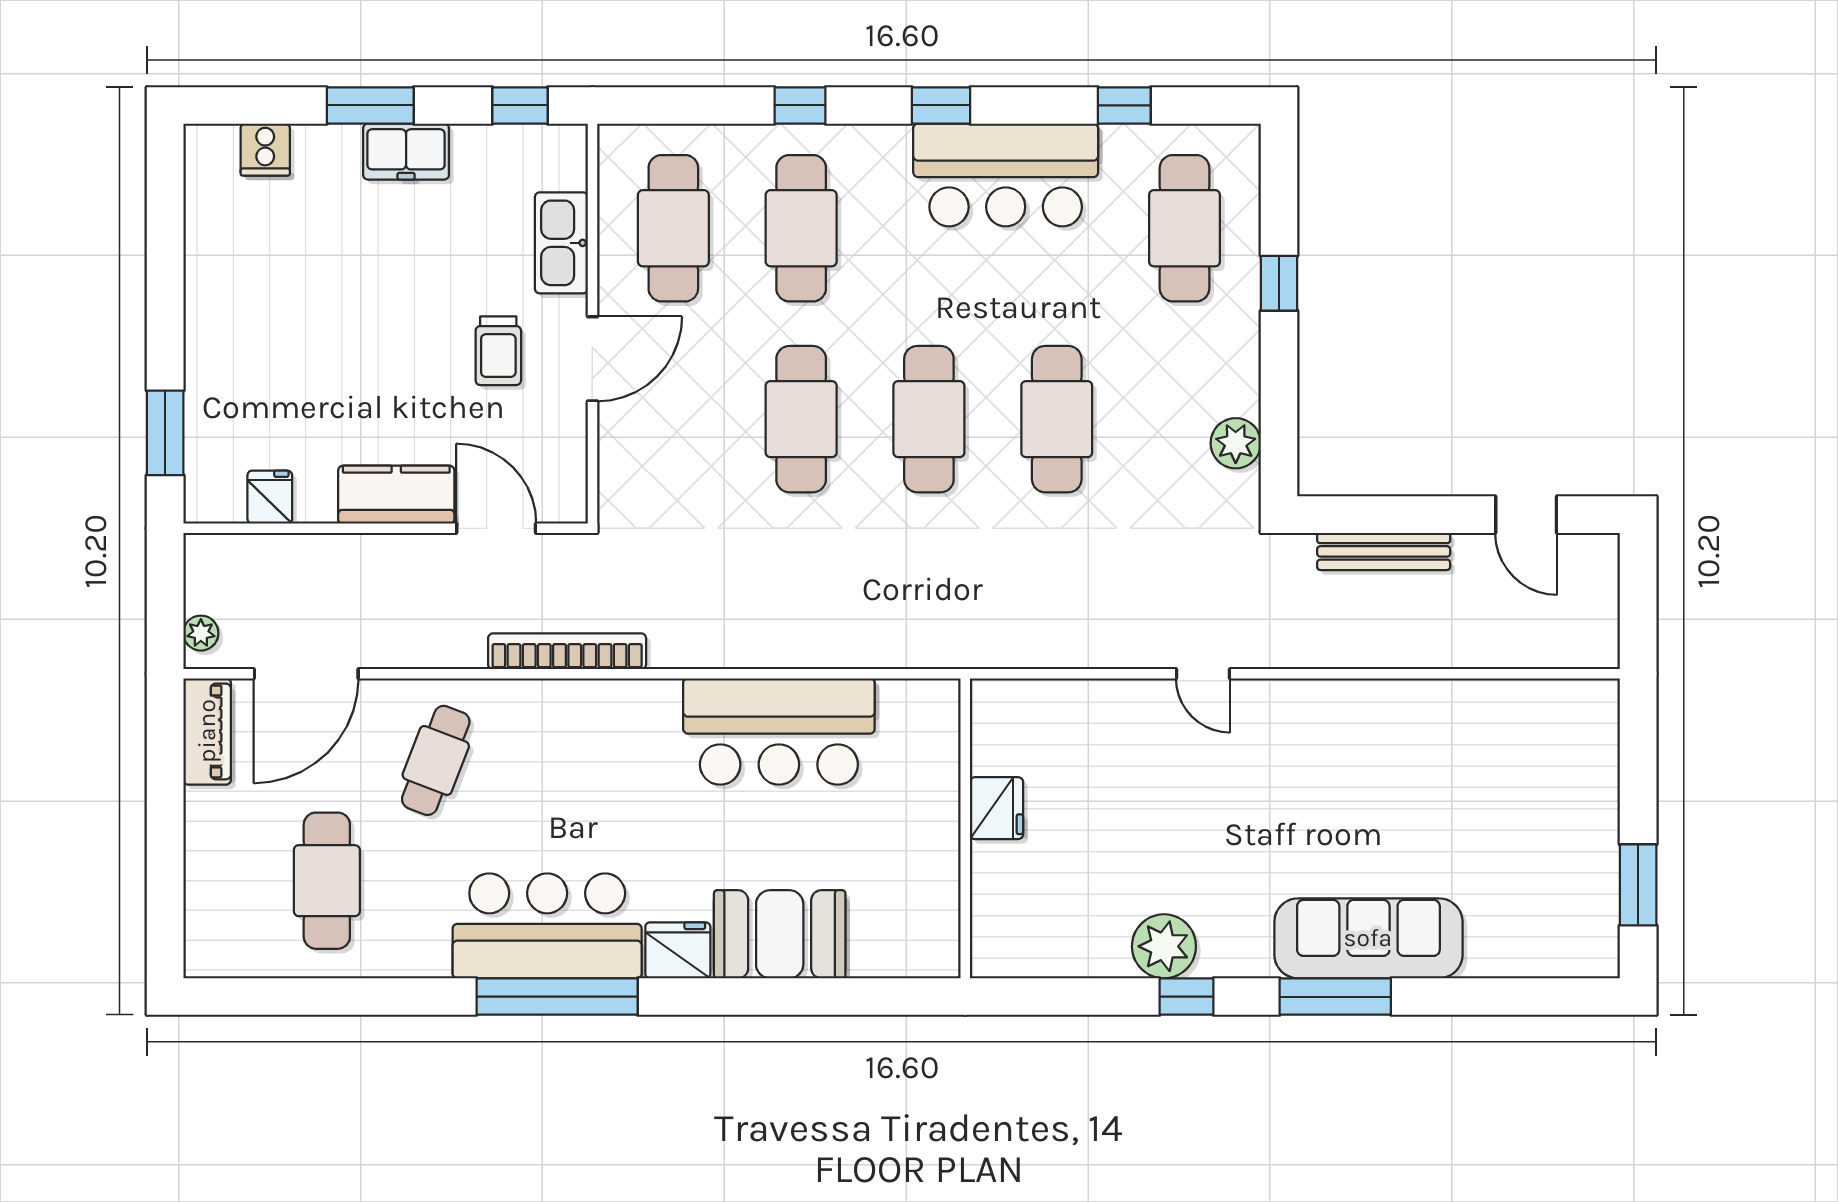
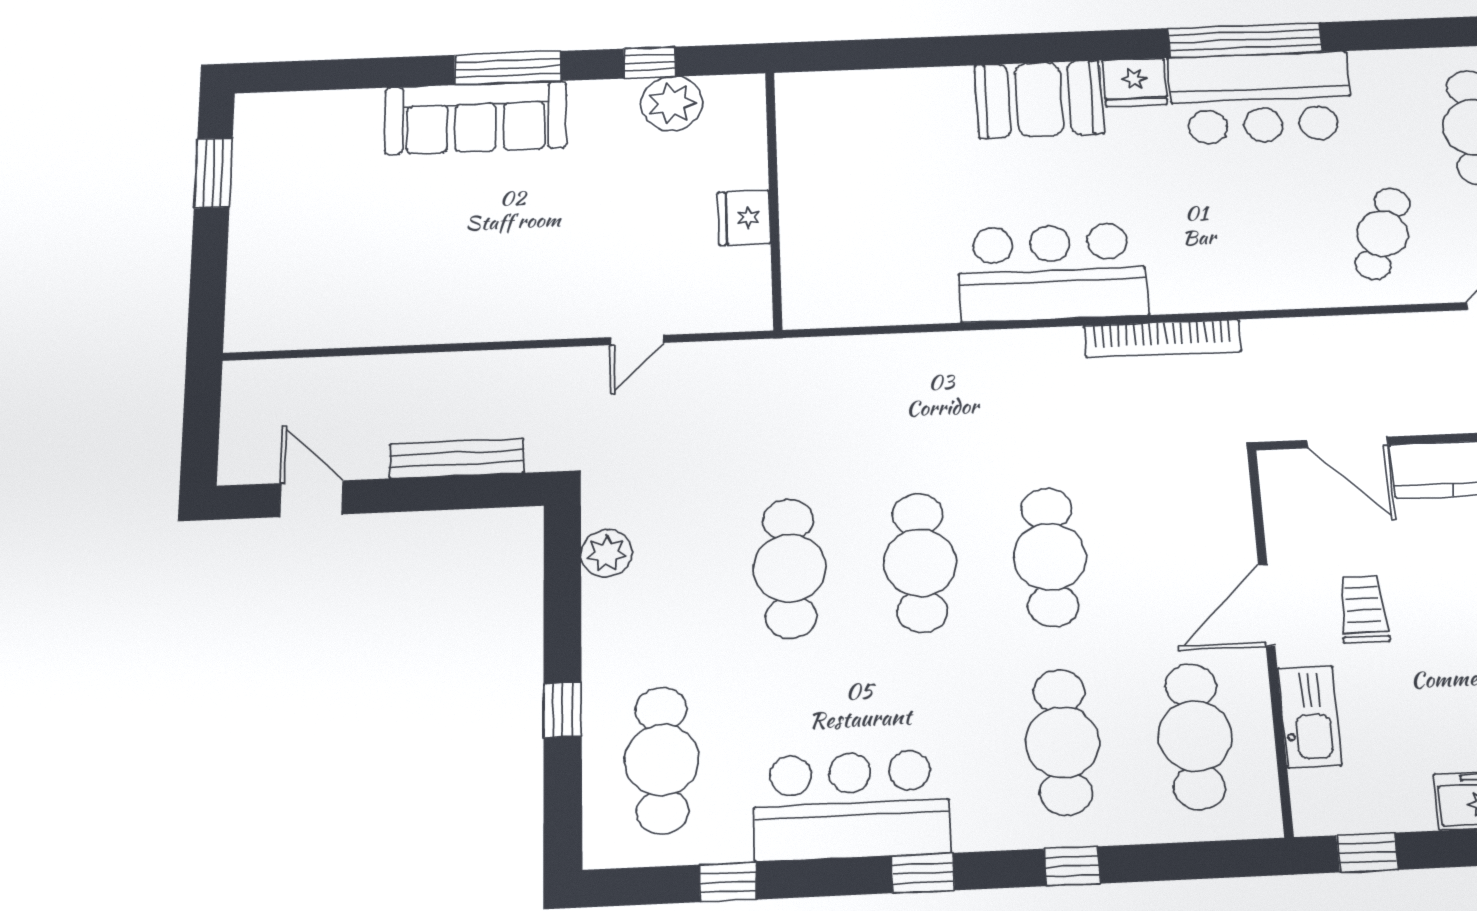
bookcase: (567, 651) -> (1163, 339), moved
door: (1203, 674) -> (637, 340), swing flipped
fridge: (996, 808) -> (744, 218), moved
wall: (965, 828) -> (774, 199), moved

